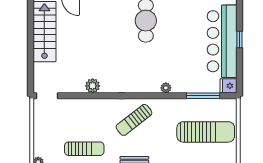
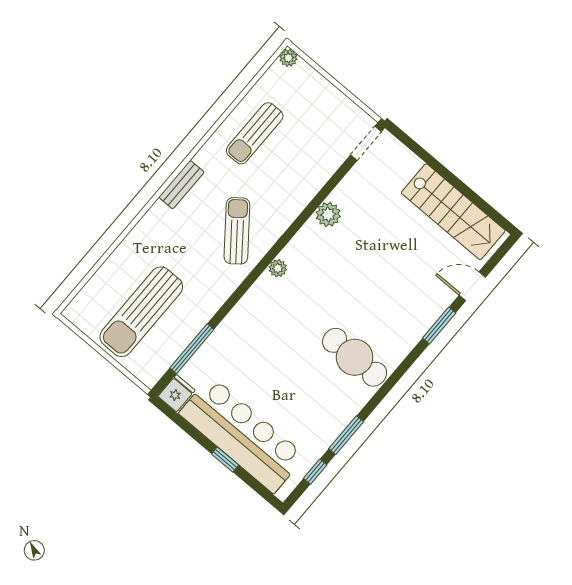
plant: (166, 88) -> (278, 268), moved

